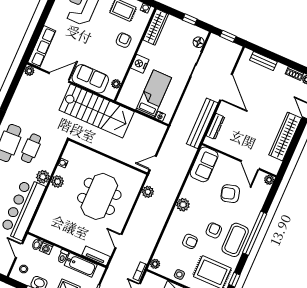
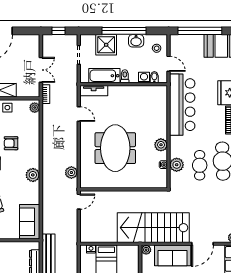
plant: (116, 84) -> (146, 250), moved
plant: (43, 177) -> (177, 165), moved

